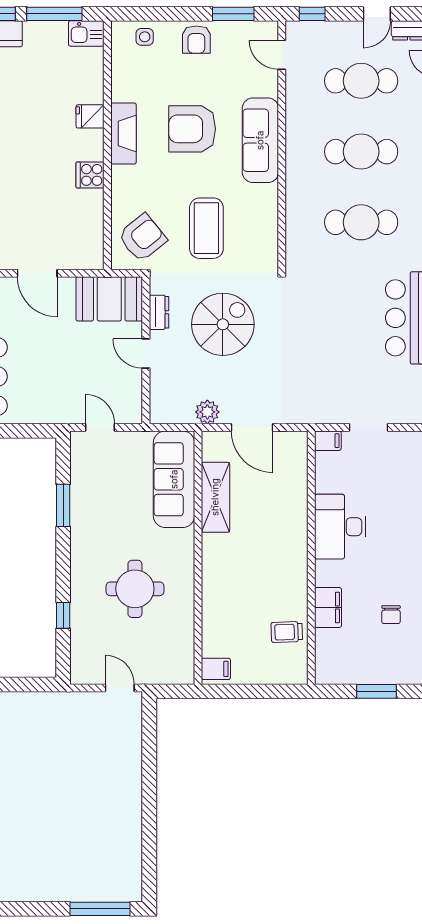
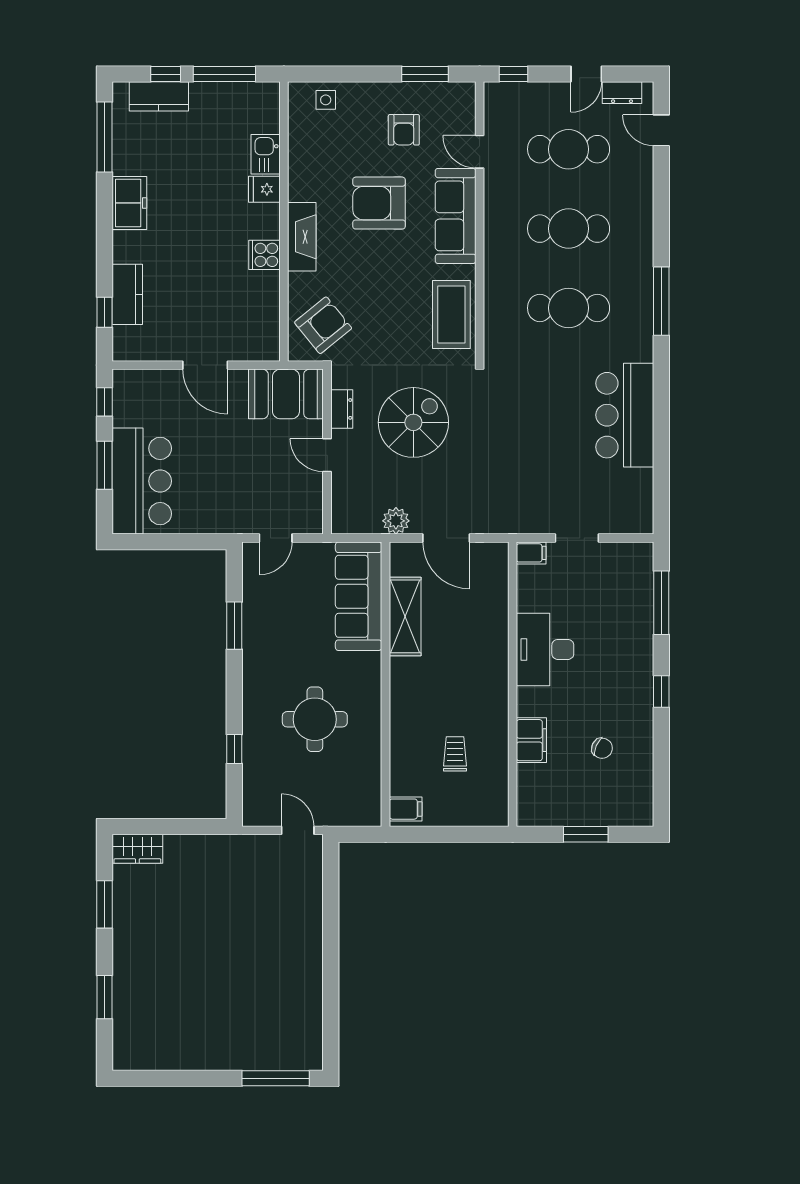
kitchen sink: (86, 33) -> (266, 154), moved, turned 90
armchair: (196, 40) -> (404, 130), moved
door: (282, 55) -> (480, 152), moved
fireplace: (123, 133) -> (302, 237), moved
coffee table: (206, 228) -> (451, 315), moved
door: (100, 427) -> (276, 538), swing flipped
chair: (391, 615) -> (602, 748), turned -67
trolley: (287, 632) -> (455, 754), moved, turned 92

